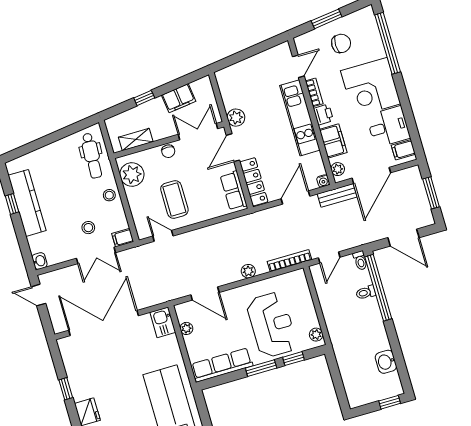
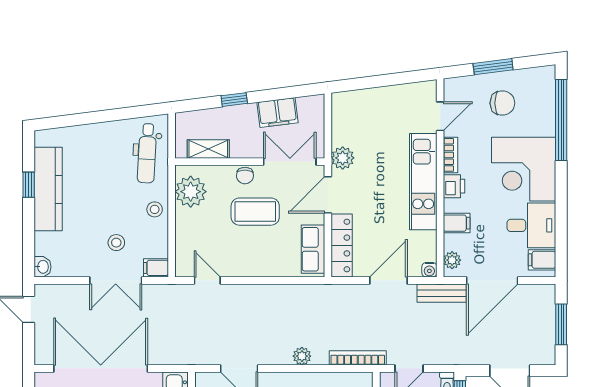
filing cabinet: (333, 141) -> (457, 223), width x0.50
coffee table: (174, 199) -> (255, 212), moved, turned 90

